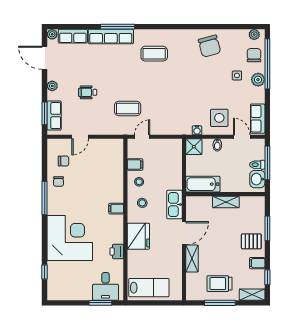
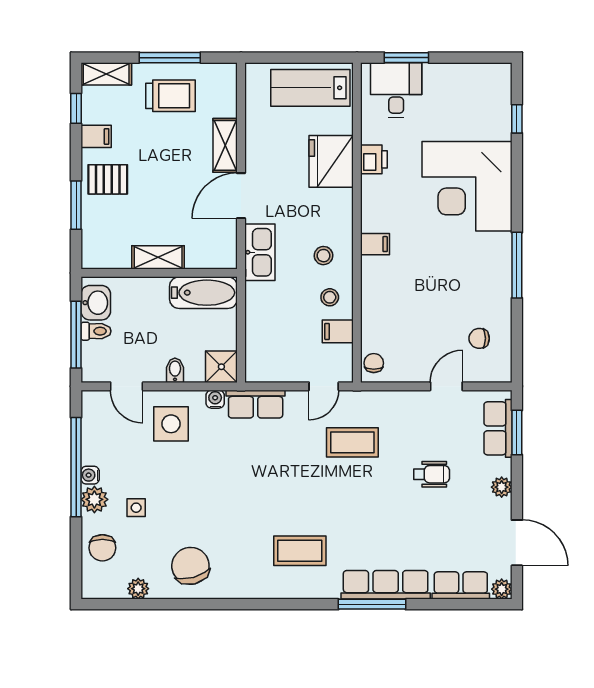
plant: (254, 35) -> (138, 589), moved
window: (267, 64) -> (76, 467), moved
water cooler: (260, 92) -> (90, 475), added
row of seats: (258, 119) -> (256, 404), moved, turned 90
chair: (58, 181) -> (374, 363), moved
fridge: (138, 236) -> (331, 161), moved

